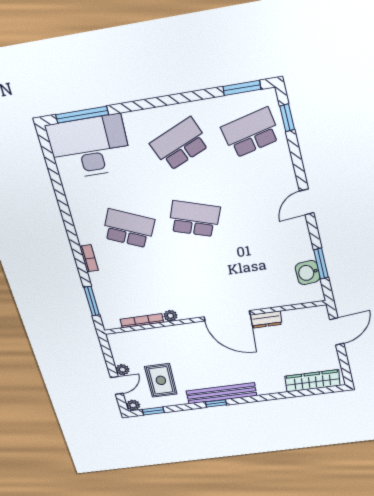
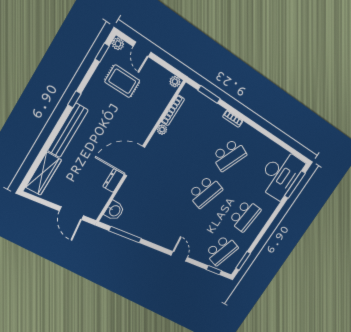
school desk: (251, 133) -> (221, 250), turned 33
school desk: (180, 144) -> (245, 216), turned 30
door: (307, 202) -> (179, 256), moved
window: (321, 264) -> (125, 235), width x1.44
washbasin: (308, 273) -> (114, 211), moved, turned 97
plant: (122, 370) -> (175, 82), moved
bench: (221, 393) -> (68, 130), moved

